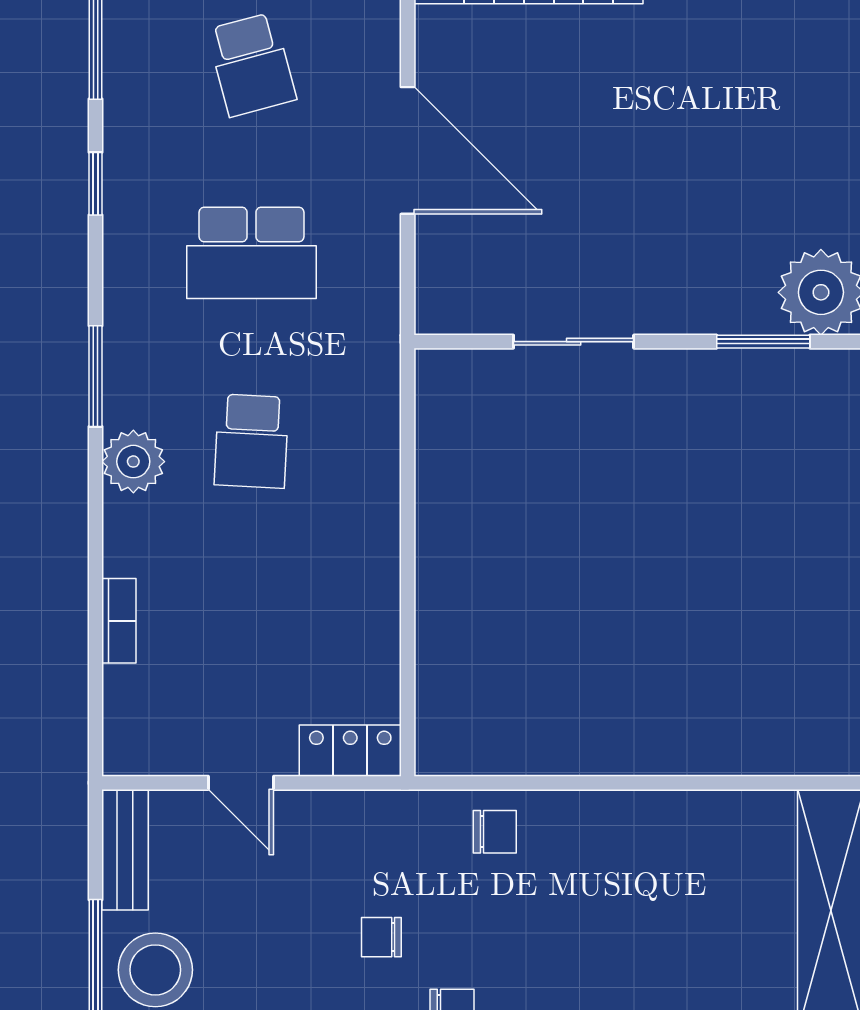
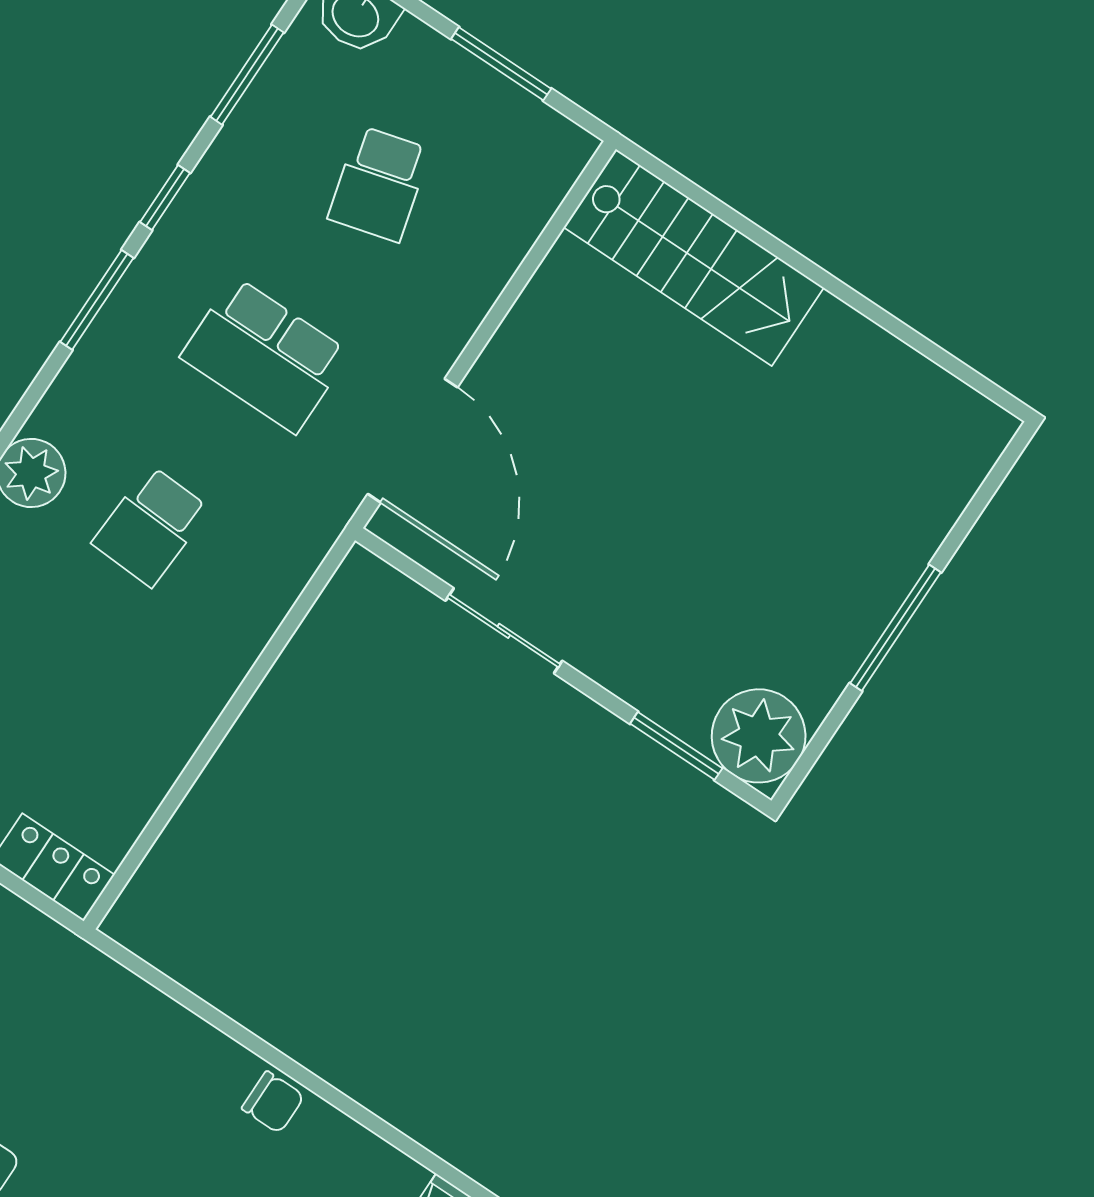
door: (408, 150) -> (413, 441), moved
window: (95, 376) -> (97, 300), moved
chair: (495, 832) -> (273, 1102), moved

